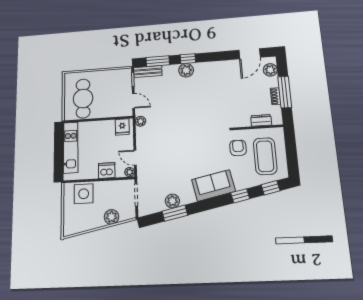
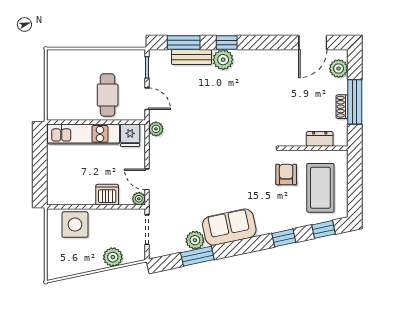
bench: (148, 72) -> (192, 57), moved
cafe table: (83, 98) -> (108, 95), moved, width x0.73, depth x0.74
kitchen unit: (71, 147) -> (83, 134), moved, turned 90
sofa: (214, 185) -> (229, 227), moved

